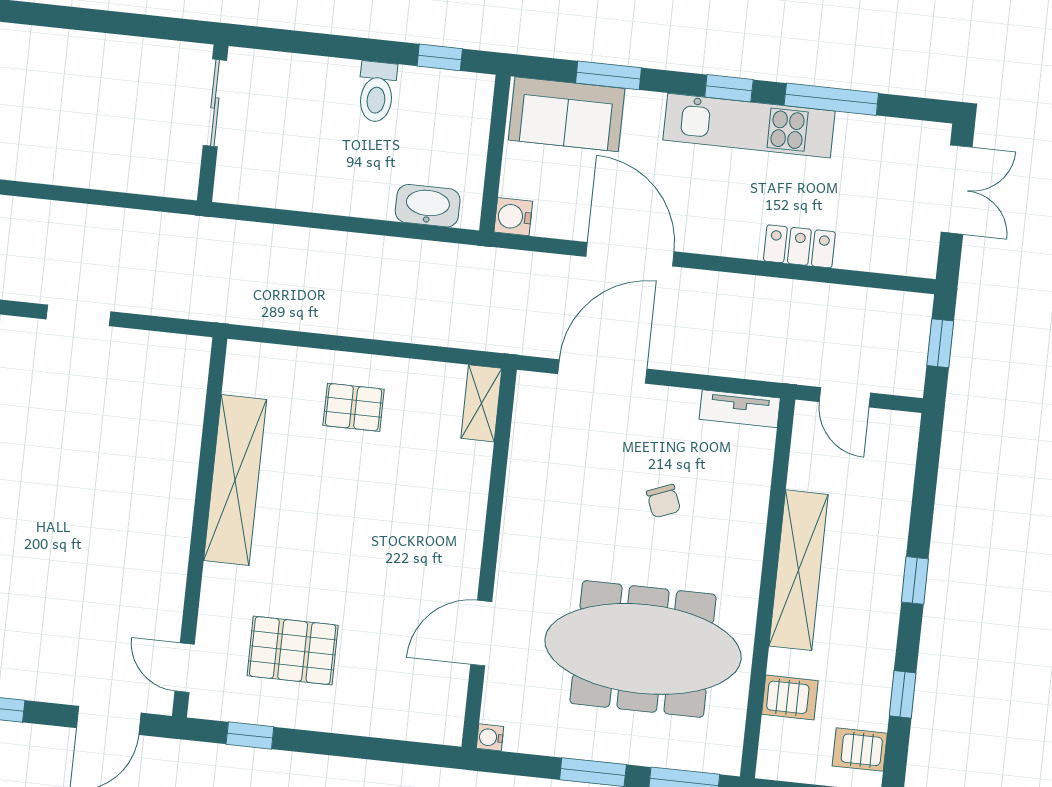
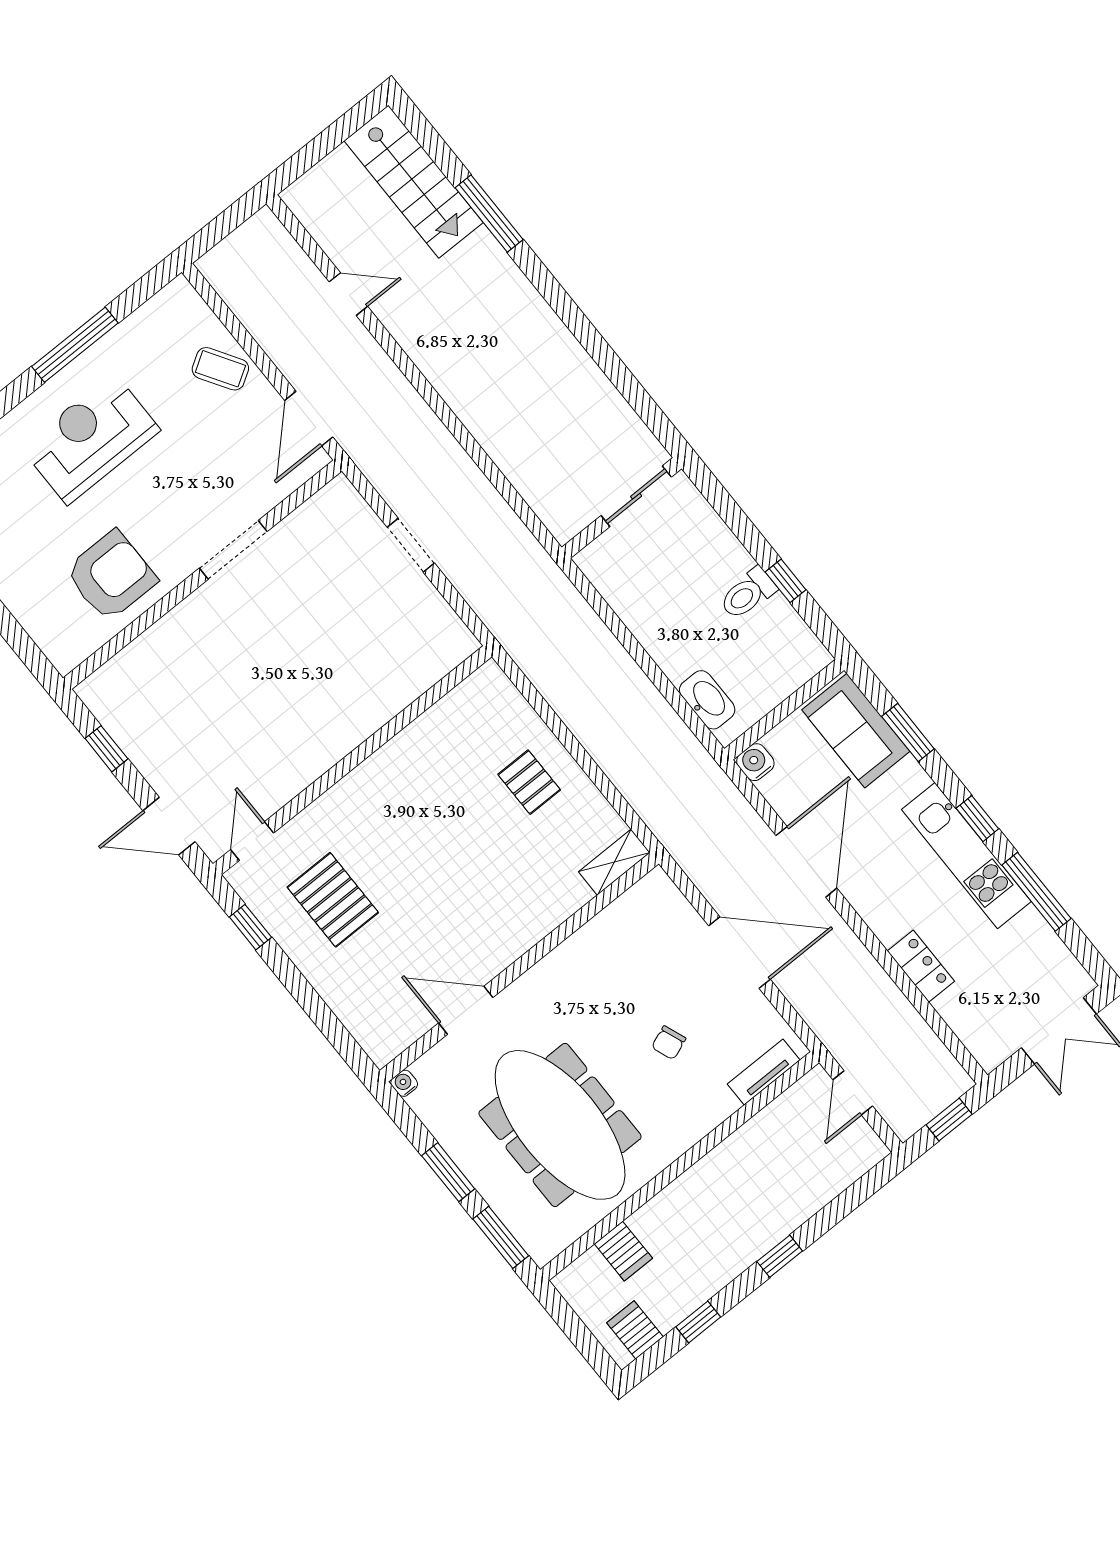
window: (440, 57) -> (786, 581), moved
door: (602, 371) -> (739, 952), moved
tv unit: (740, 409) -> (764, 1072), moved, turned 90
shelving: (235, 480) -> (406, 753), removed
shelving: (799, 570) -> (711, 1175), removed

